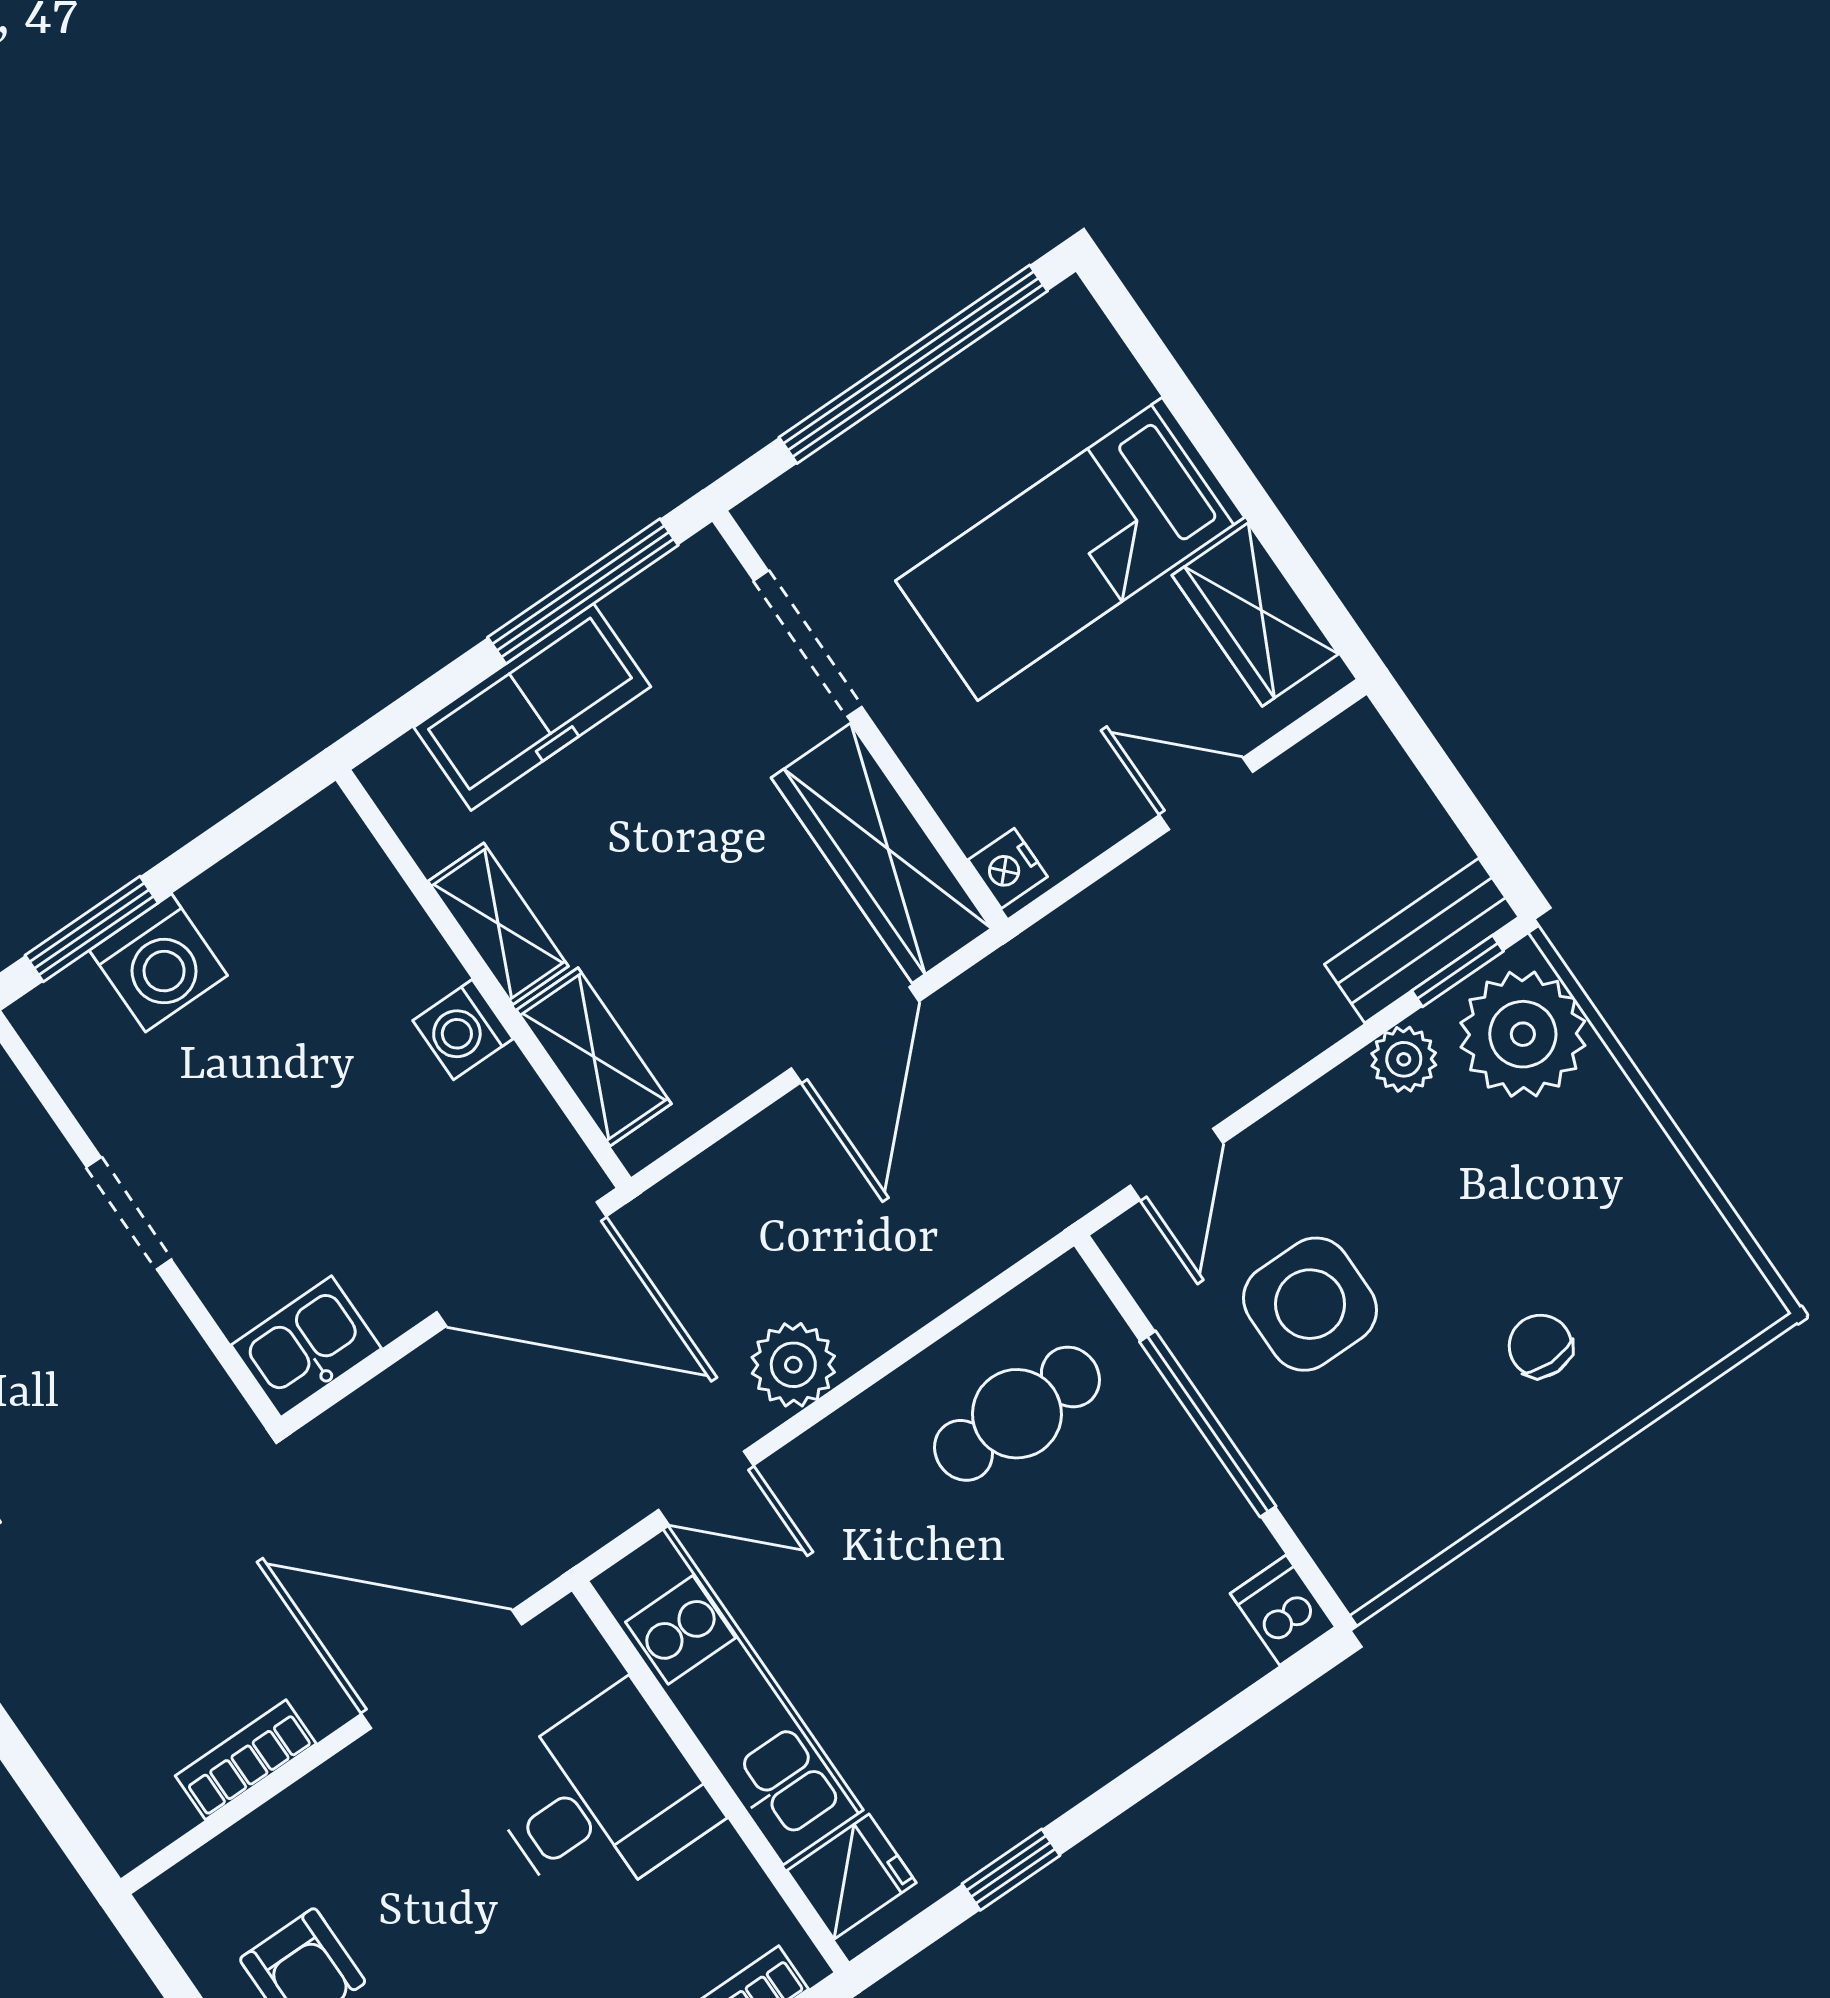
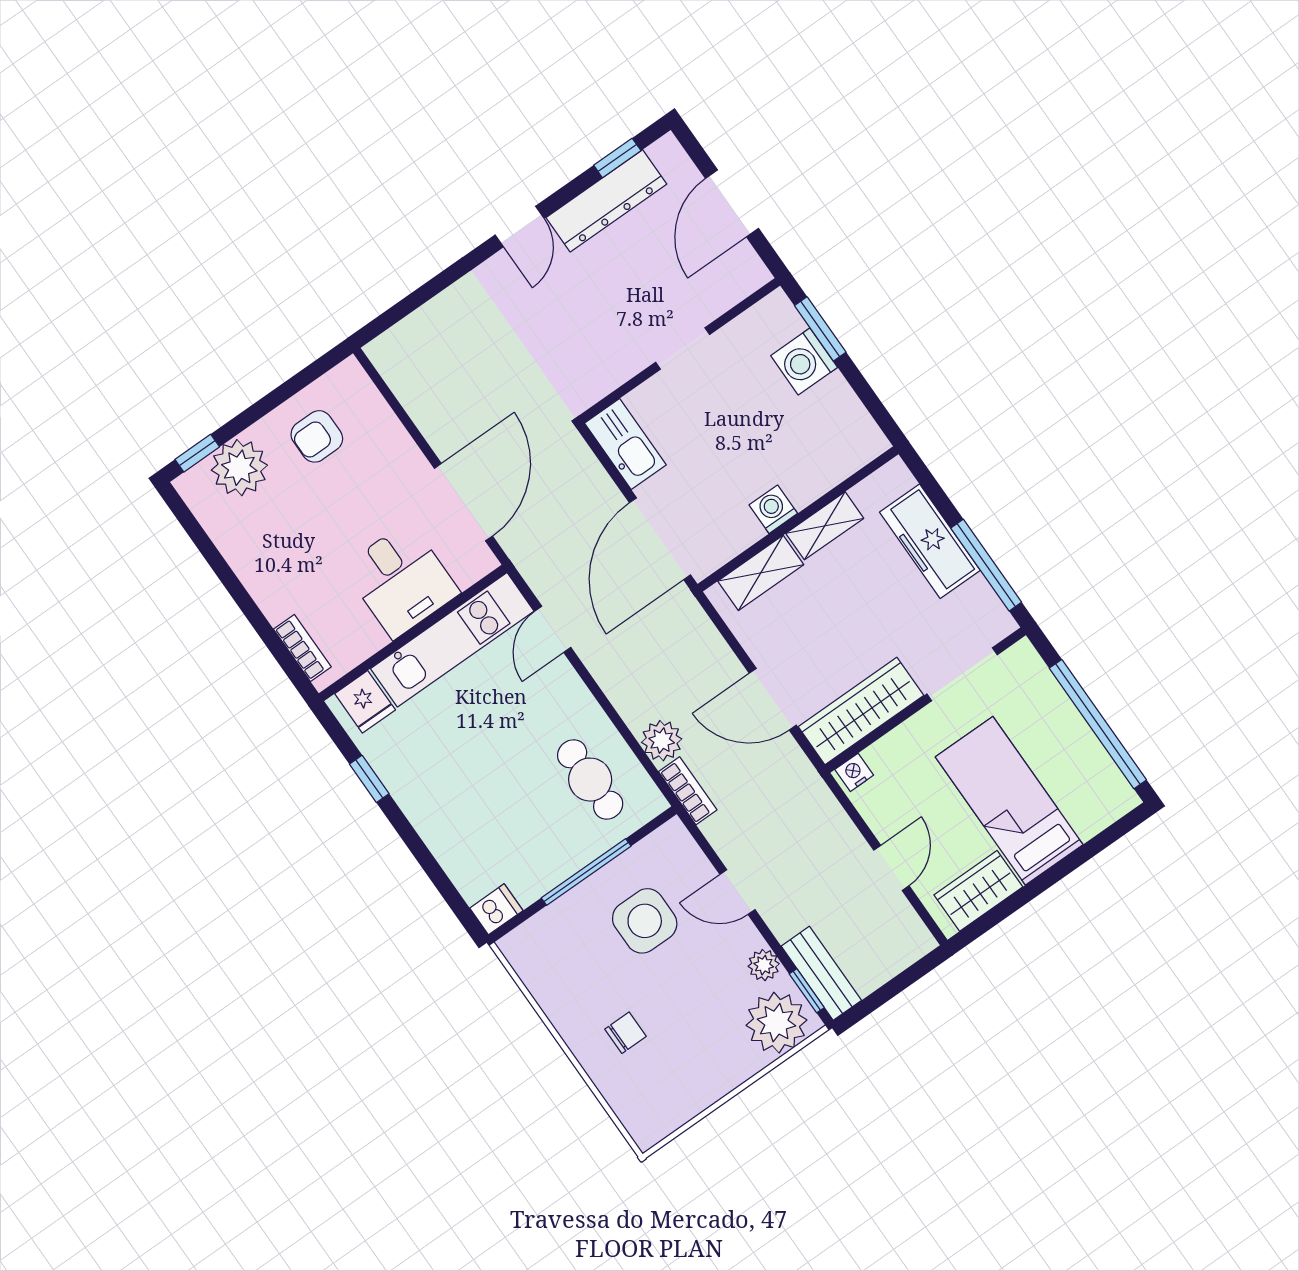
door: (1177, 1164) -> (737, 892), moved
kitchen sink: (306, 1347) -> (625, 444), width x1.38
plant: (793, 1365) -> (662, 741), moved
bookcase: (246, 1760) -> (688, 791), moved

